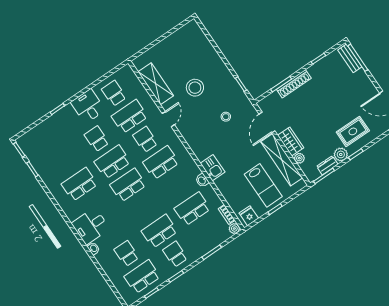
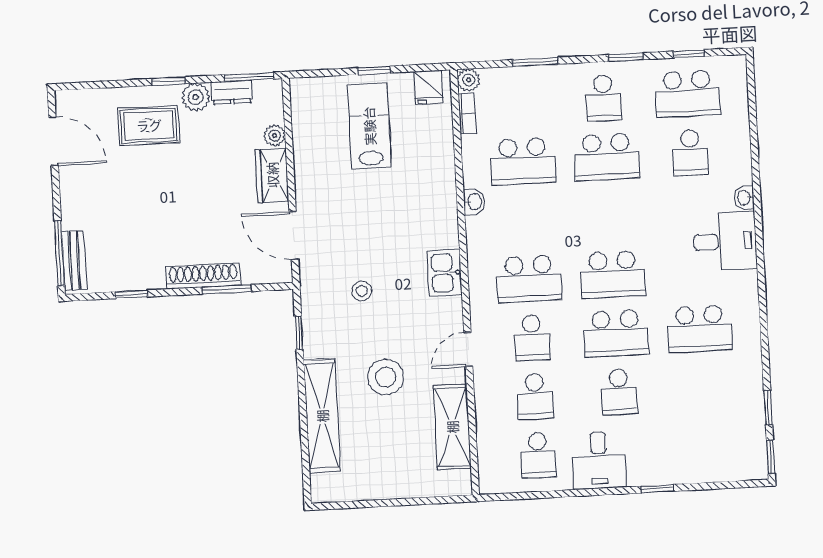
school desk: (130, 116) -> (535, 396), width x0.54
door: (267, 123) -> (294, 235), swing flipped
shelving: (282, 160) -> (322, 416), moved
kitchen sink: (213, 168) -> (444, 273), moved

